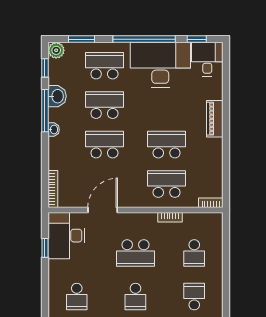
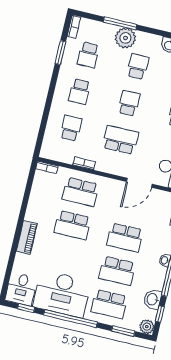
washbasin: (57, 96) -> (152, 299), moved

